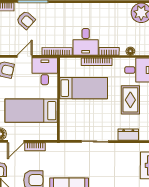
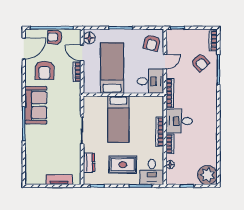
armchair: (26, 20) -> (200, 63), turned -84
door: (25, 56) -> (165, 62), hinge flipped
bed: (84, 88) -> (118, 119), moved

